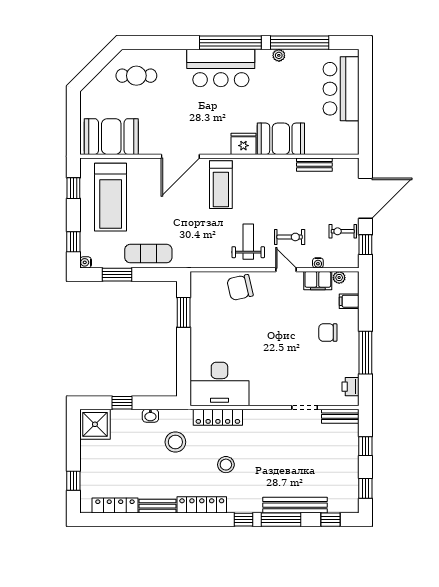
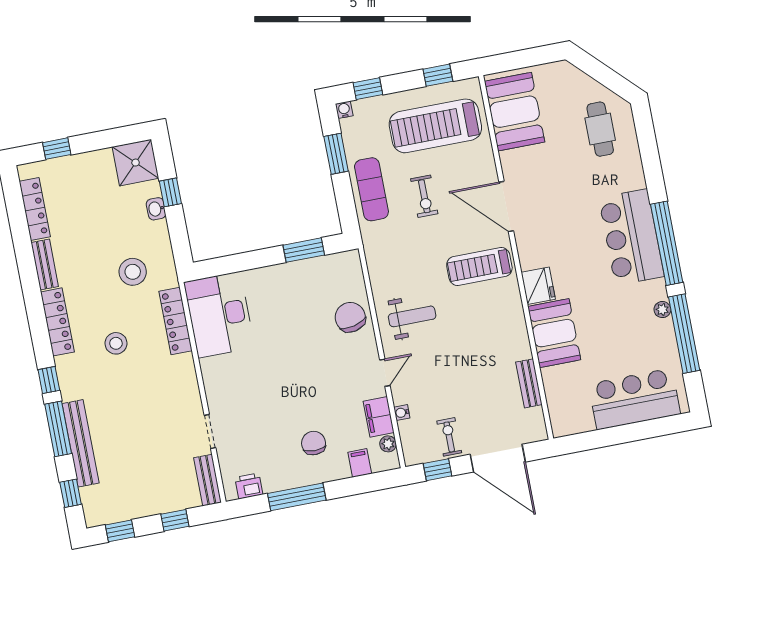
exercise bike: (290, 237) -> (424, 196), moved
washbasin: (150, 416) -> (156, 209), moved

